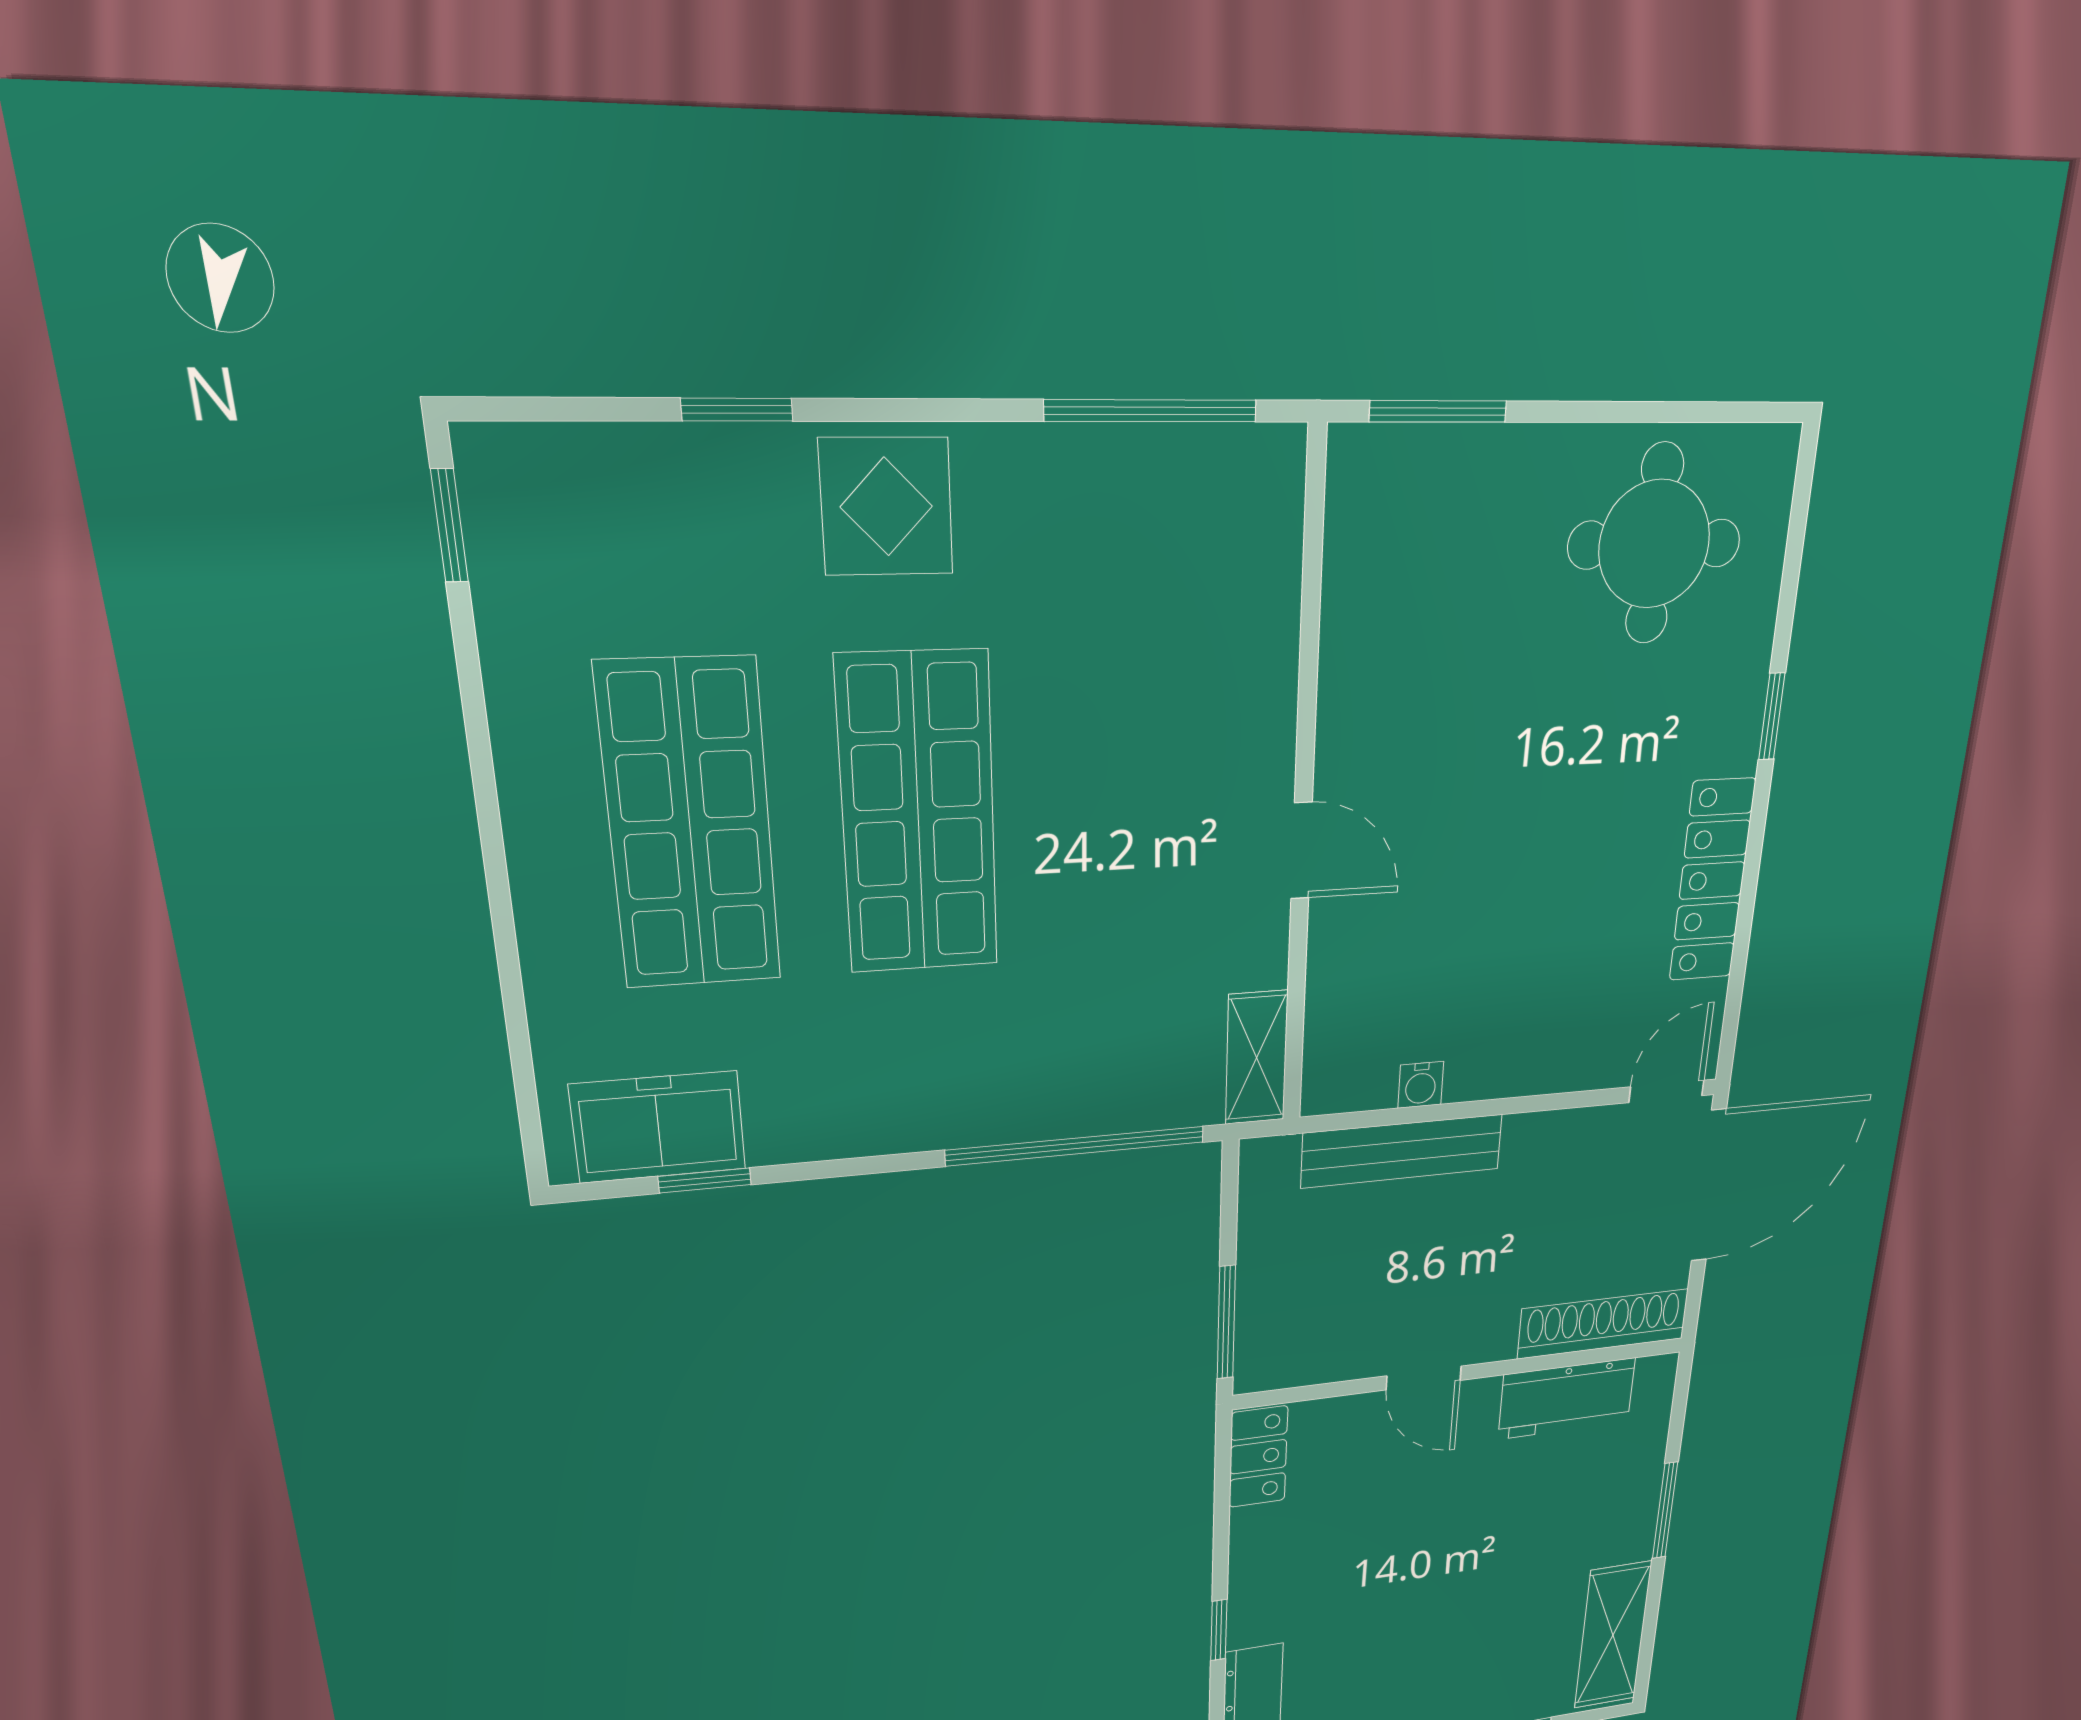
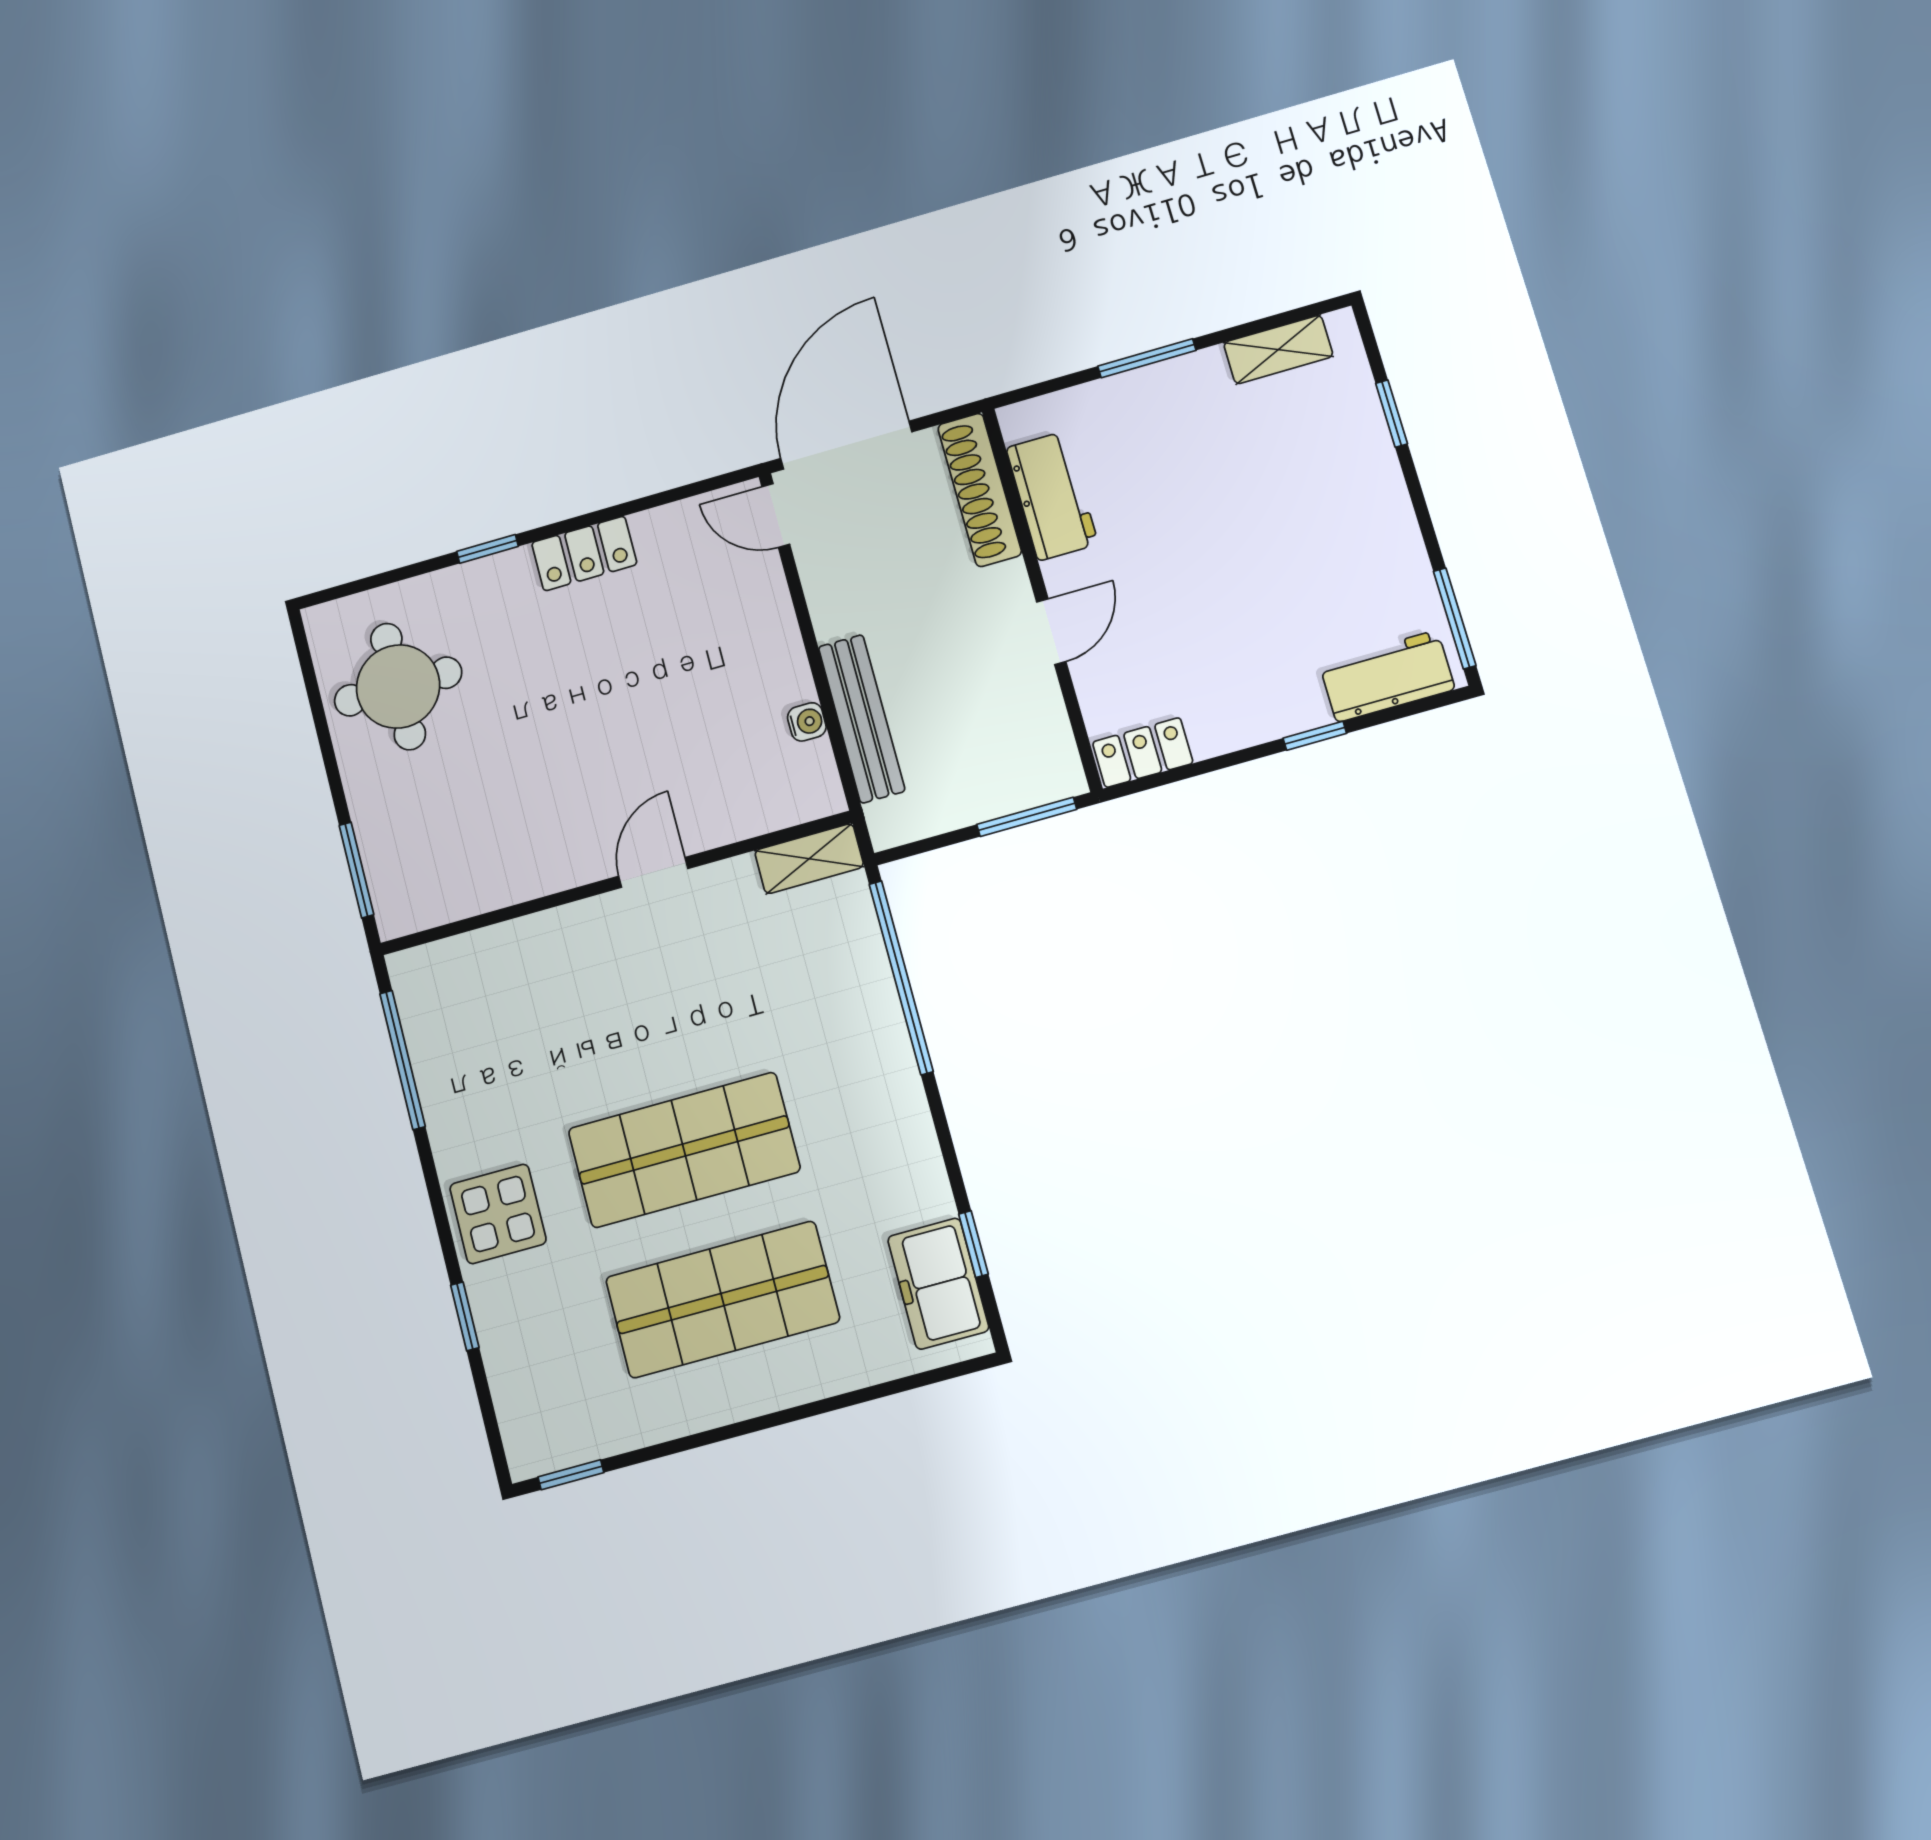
locker: (1712, 881) -> (584, 554), width x0.66
door: (1709, 1186) -> (846, 445), hinge flipped
shelving: (1613, 1635) -> (1278, 350), width x0.67, depth x0.75

